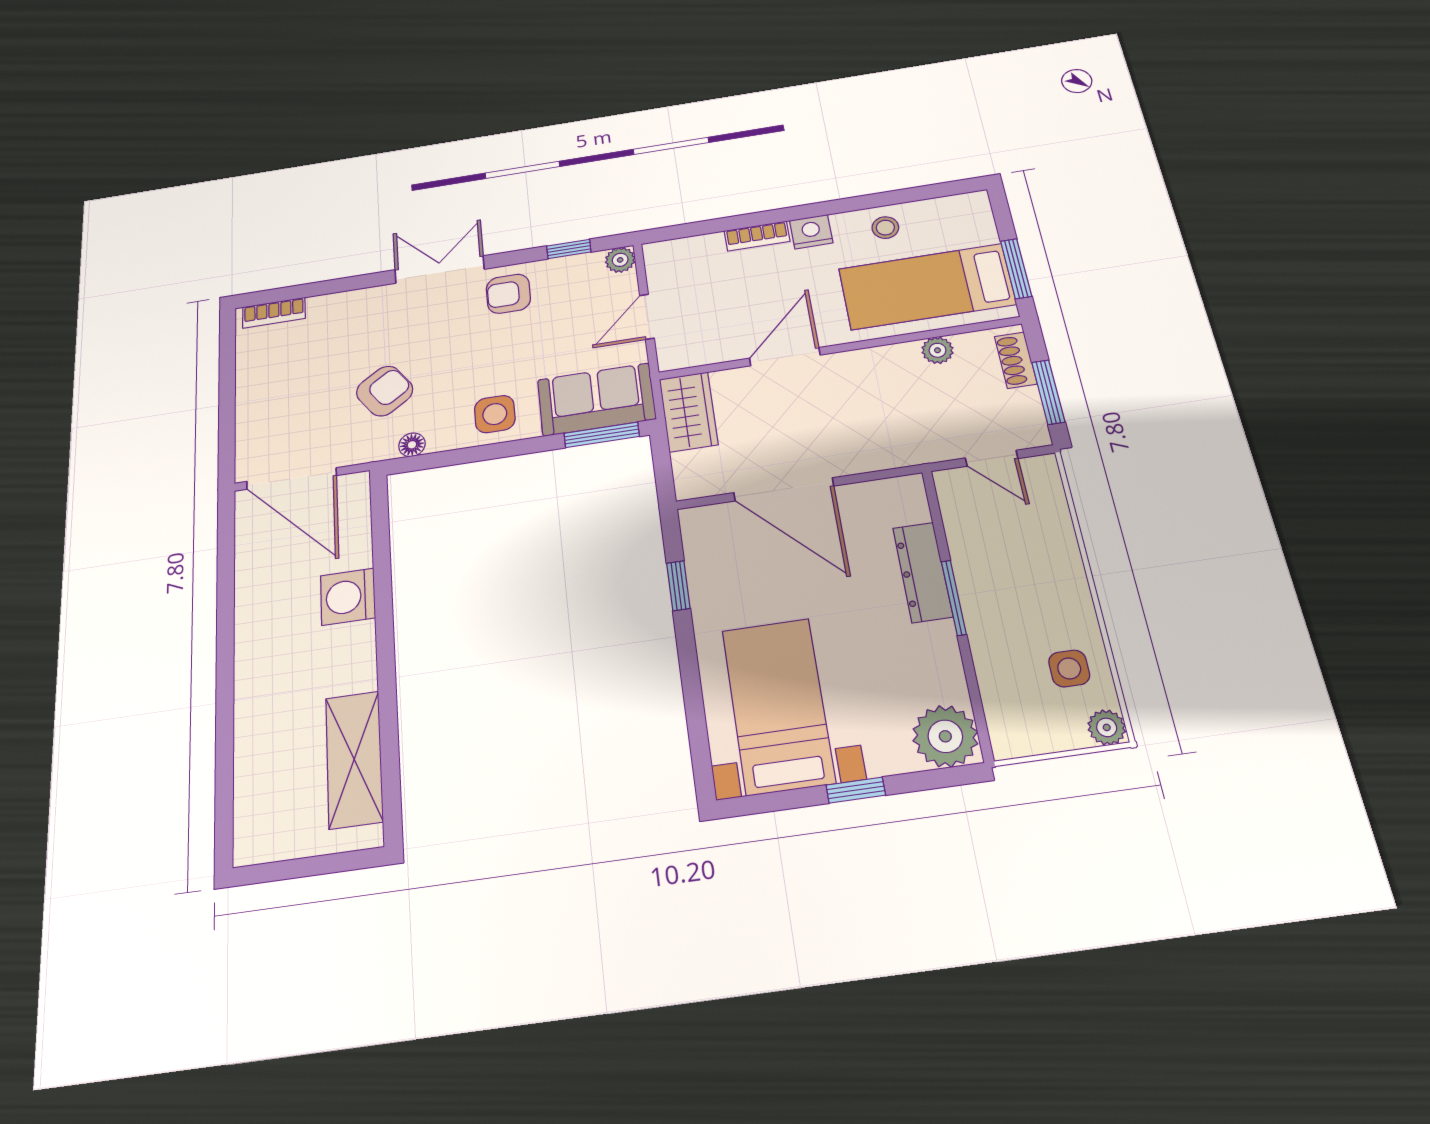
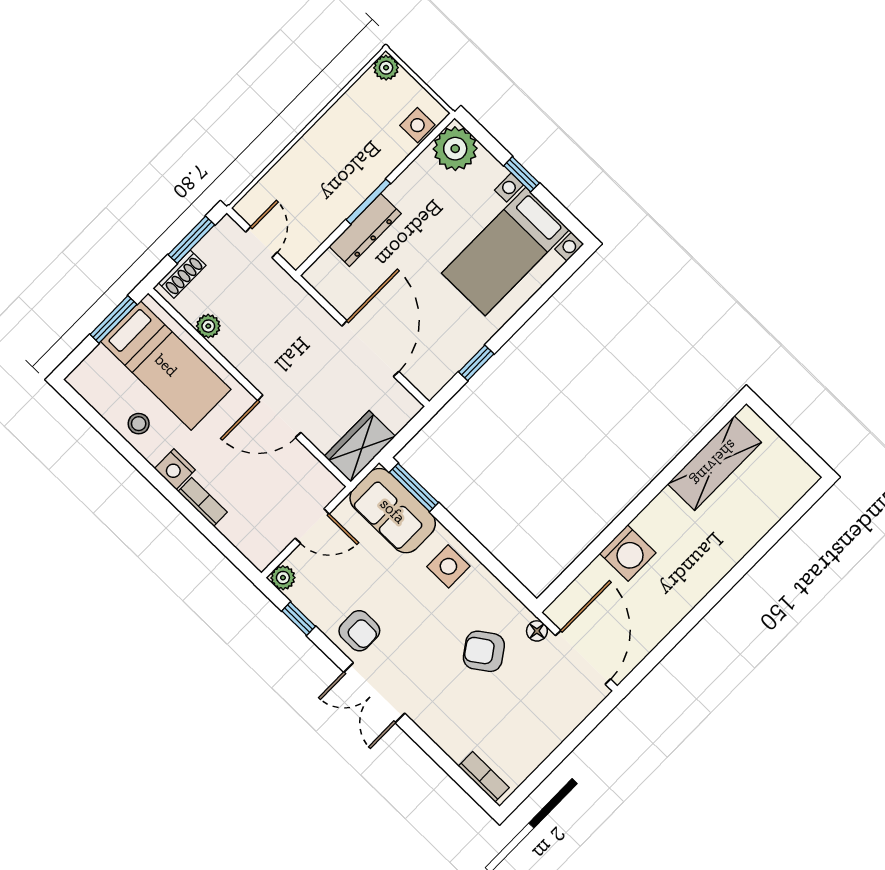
floor lamp: (412, 445) -> (537, 631), moved
side table: (1069, 668) -> (417, 125), moved

